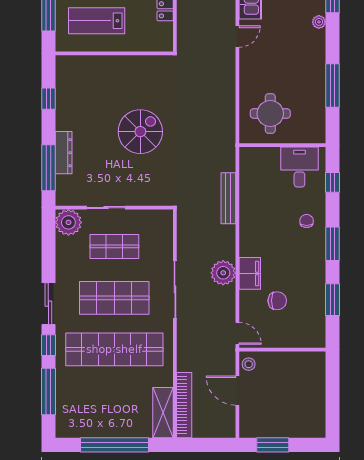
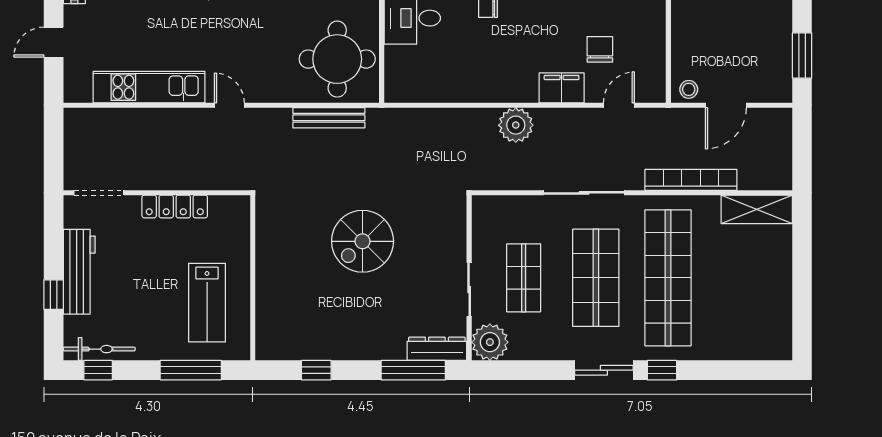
round table: (270, 114) -> (337, 59), width x1.36, depth x1.36
spiral stairs: (140, 132) -> (363, 241), turned -90
dresser: (64, 153) -> (437, 349), moved
bench: (228, 198) -> (329, 118), moved
plant: (223, 273) -> (516, 125), moved
door: (237, 333) -> (619, 105), moved
window: (48, 392) -> (727, 370), removed
bookcase: (184, 405) -> (691, 180), moved
window: (115, 445) -> (802, 277), removed

